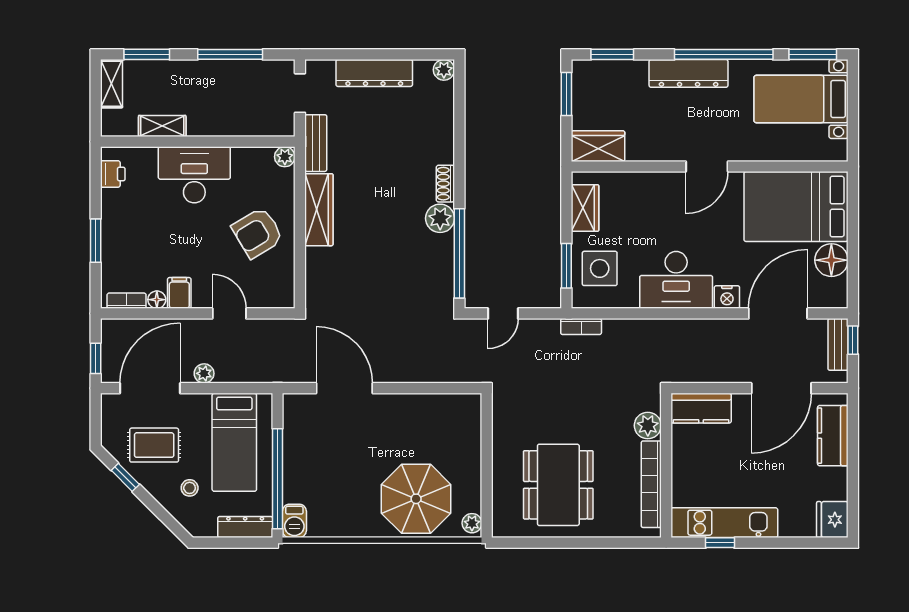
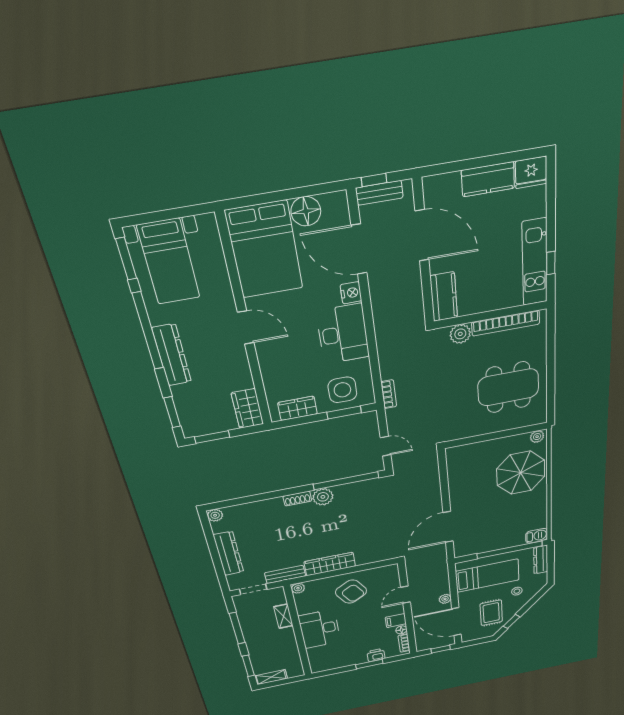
shelving: (162, 126) -> (283, 616), moved
printer: (113, 174) -> (376, 655), moved
kitchen counter: (833, 436) -> (488, 179), moved

